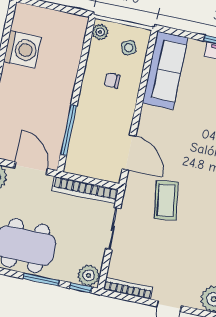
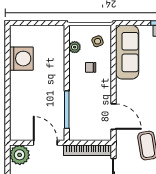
plant: (100, 32) -> (75, 47), moved

